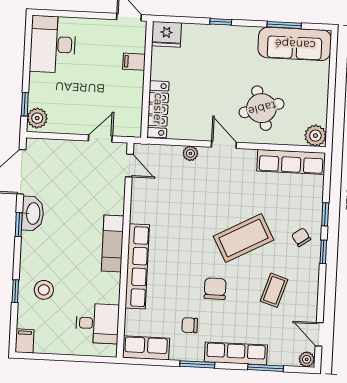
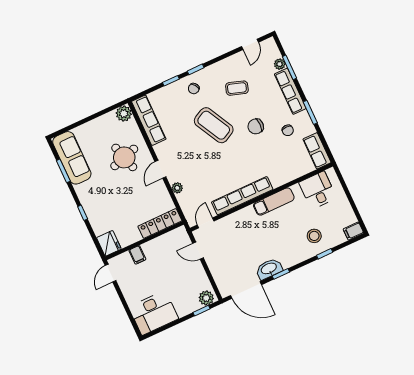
exam couch: (113, 243) -> (274, 202), moved
row of seats: (137, 266) -> (242, 196), moved
plant: (307, 359) -> (280, 64), moved

